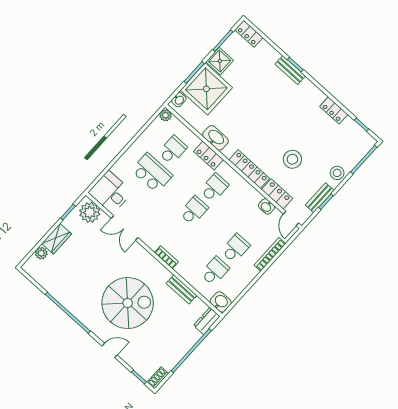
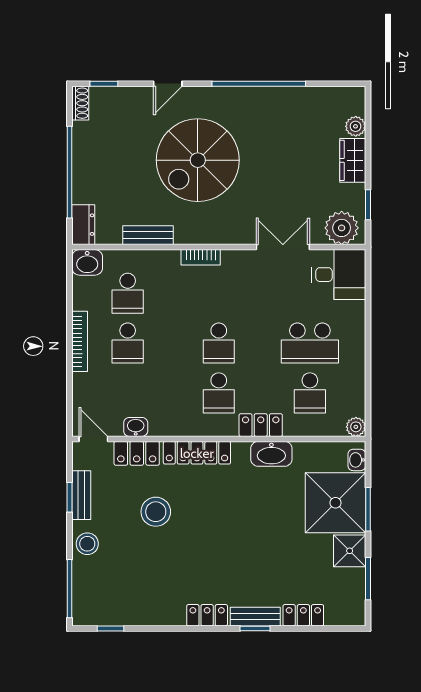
locker: (249, 34) -> (303, 615), moved
locker: (334, 110) -> (207, 615), moved
bookcase: (270, 254) -> (80, 341), moved

